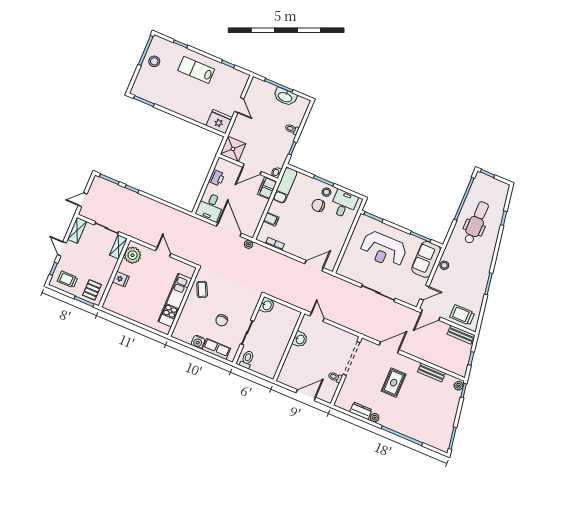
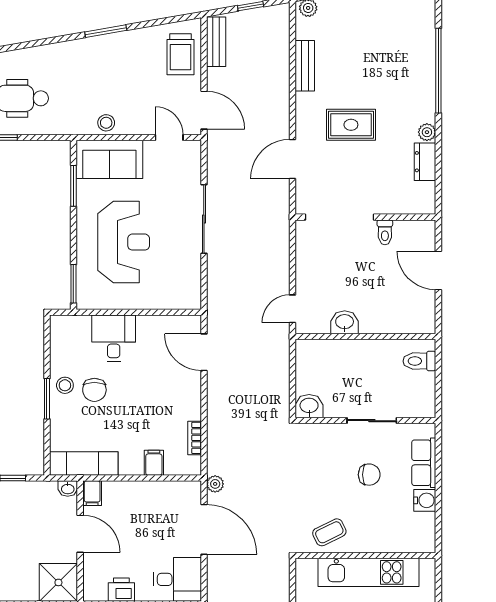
filing cabinet: (267, 188) -> (92, 493), width x0.50
desk: (344, 204) -> (114, 338), moved, turned 90
door: (229, 230) -> (204, 529), swing flipped
door: (389, 348) -> (292, 159), hinge flipped
toilet: (247, 359) -> (419, 361), moved

